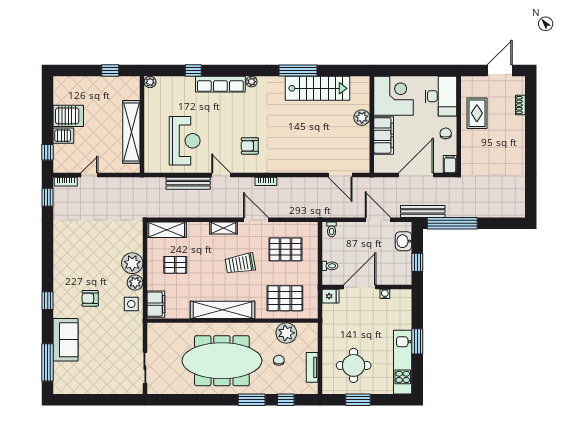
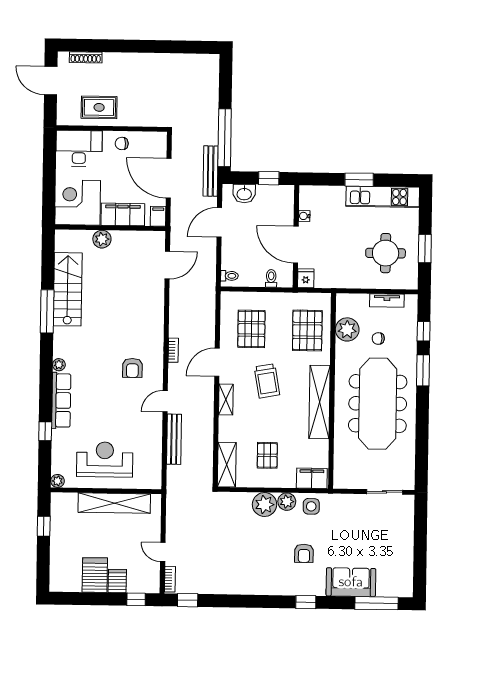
shoe rack: (520, 105) -> (86, 57), width x1.43
reception desk: (185, 141) -> (105, 459), moved
filing cabinet: (450, 164) -> (158, 216), moved, turned 90

